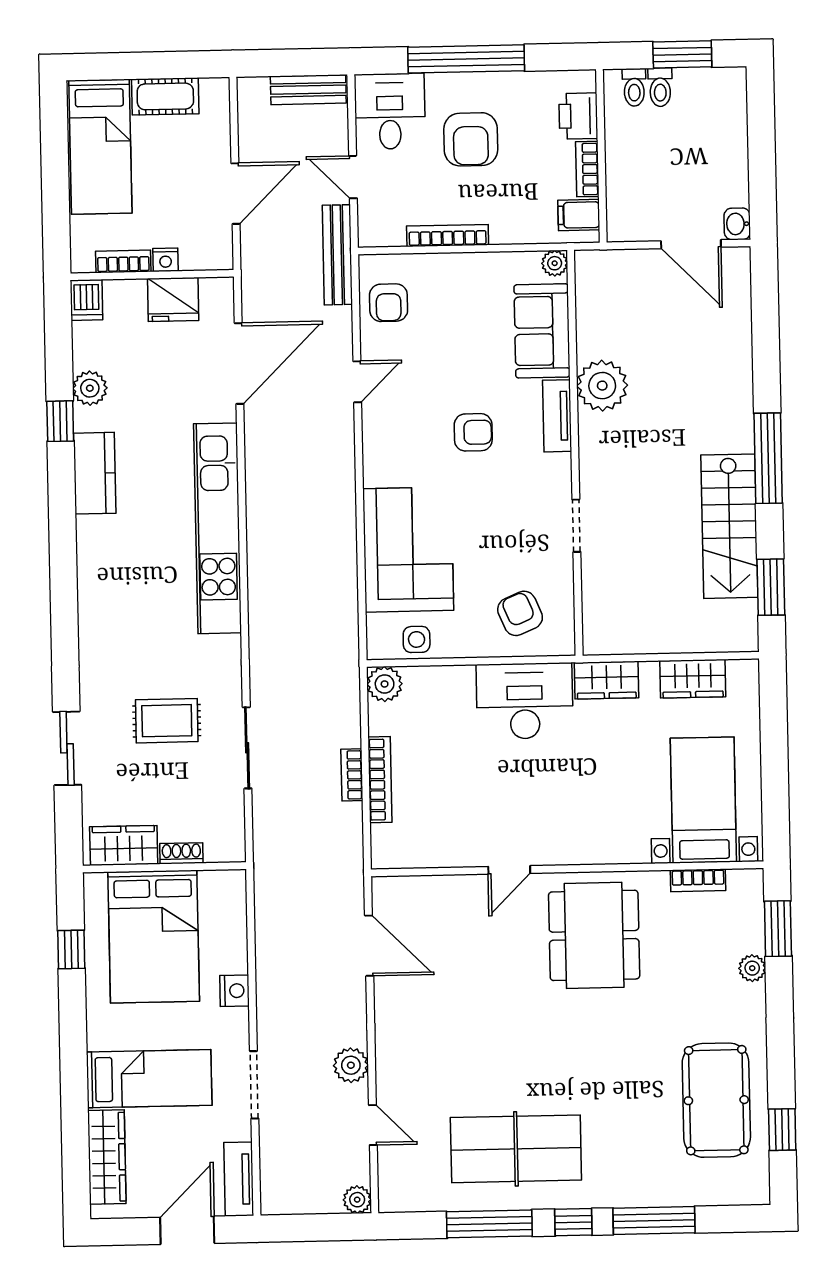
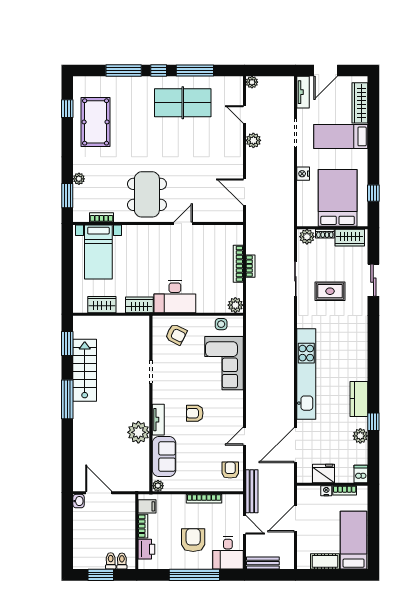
armchair: (520, 613) -> (176, 334), turned -40
plant: (223, 845) -> (307, 237), added

